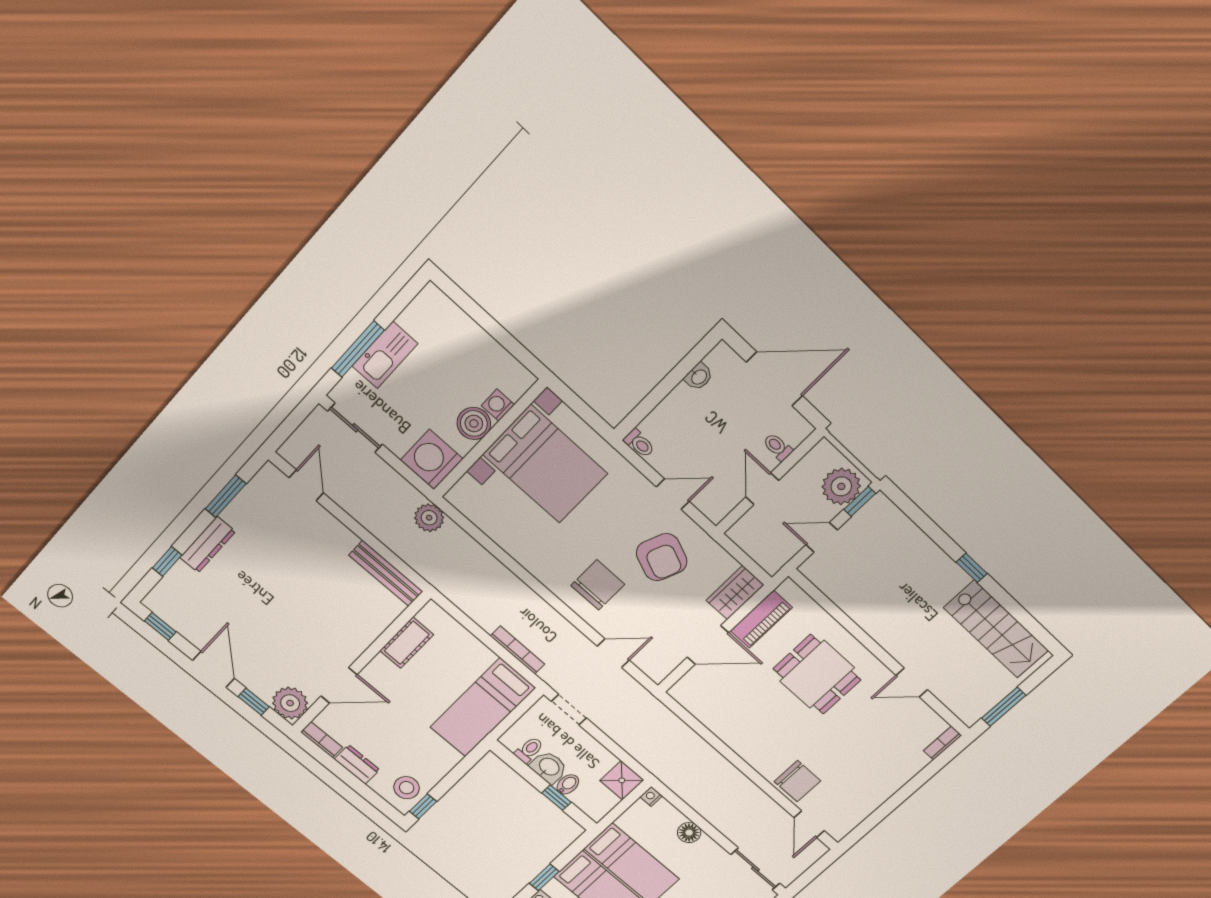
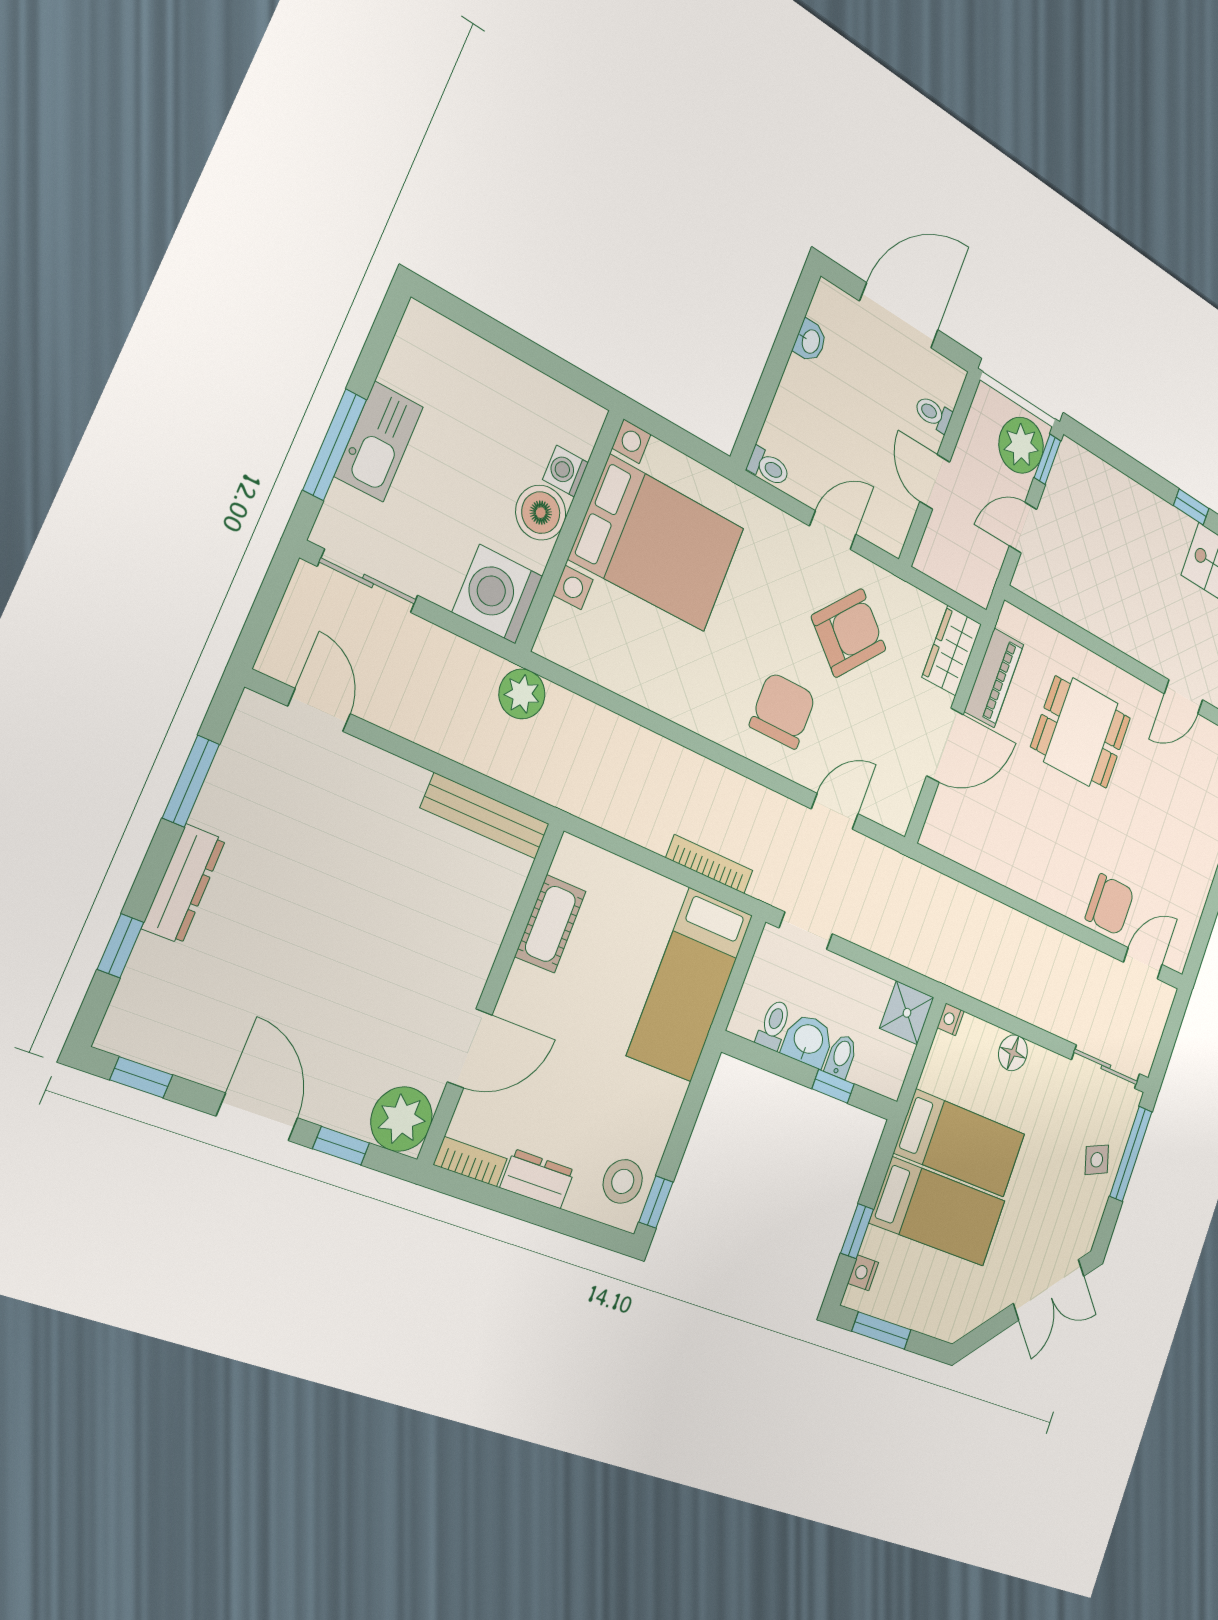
armchair: (662, 557) -> (849, 633), turned -71
door: (809, 824) -> (1143, 963), swing flipped

